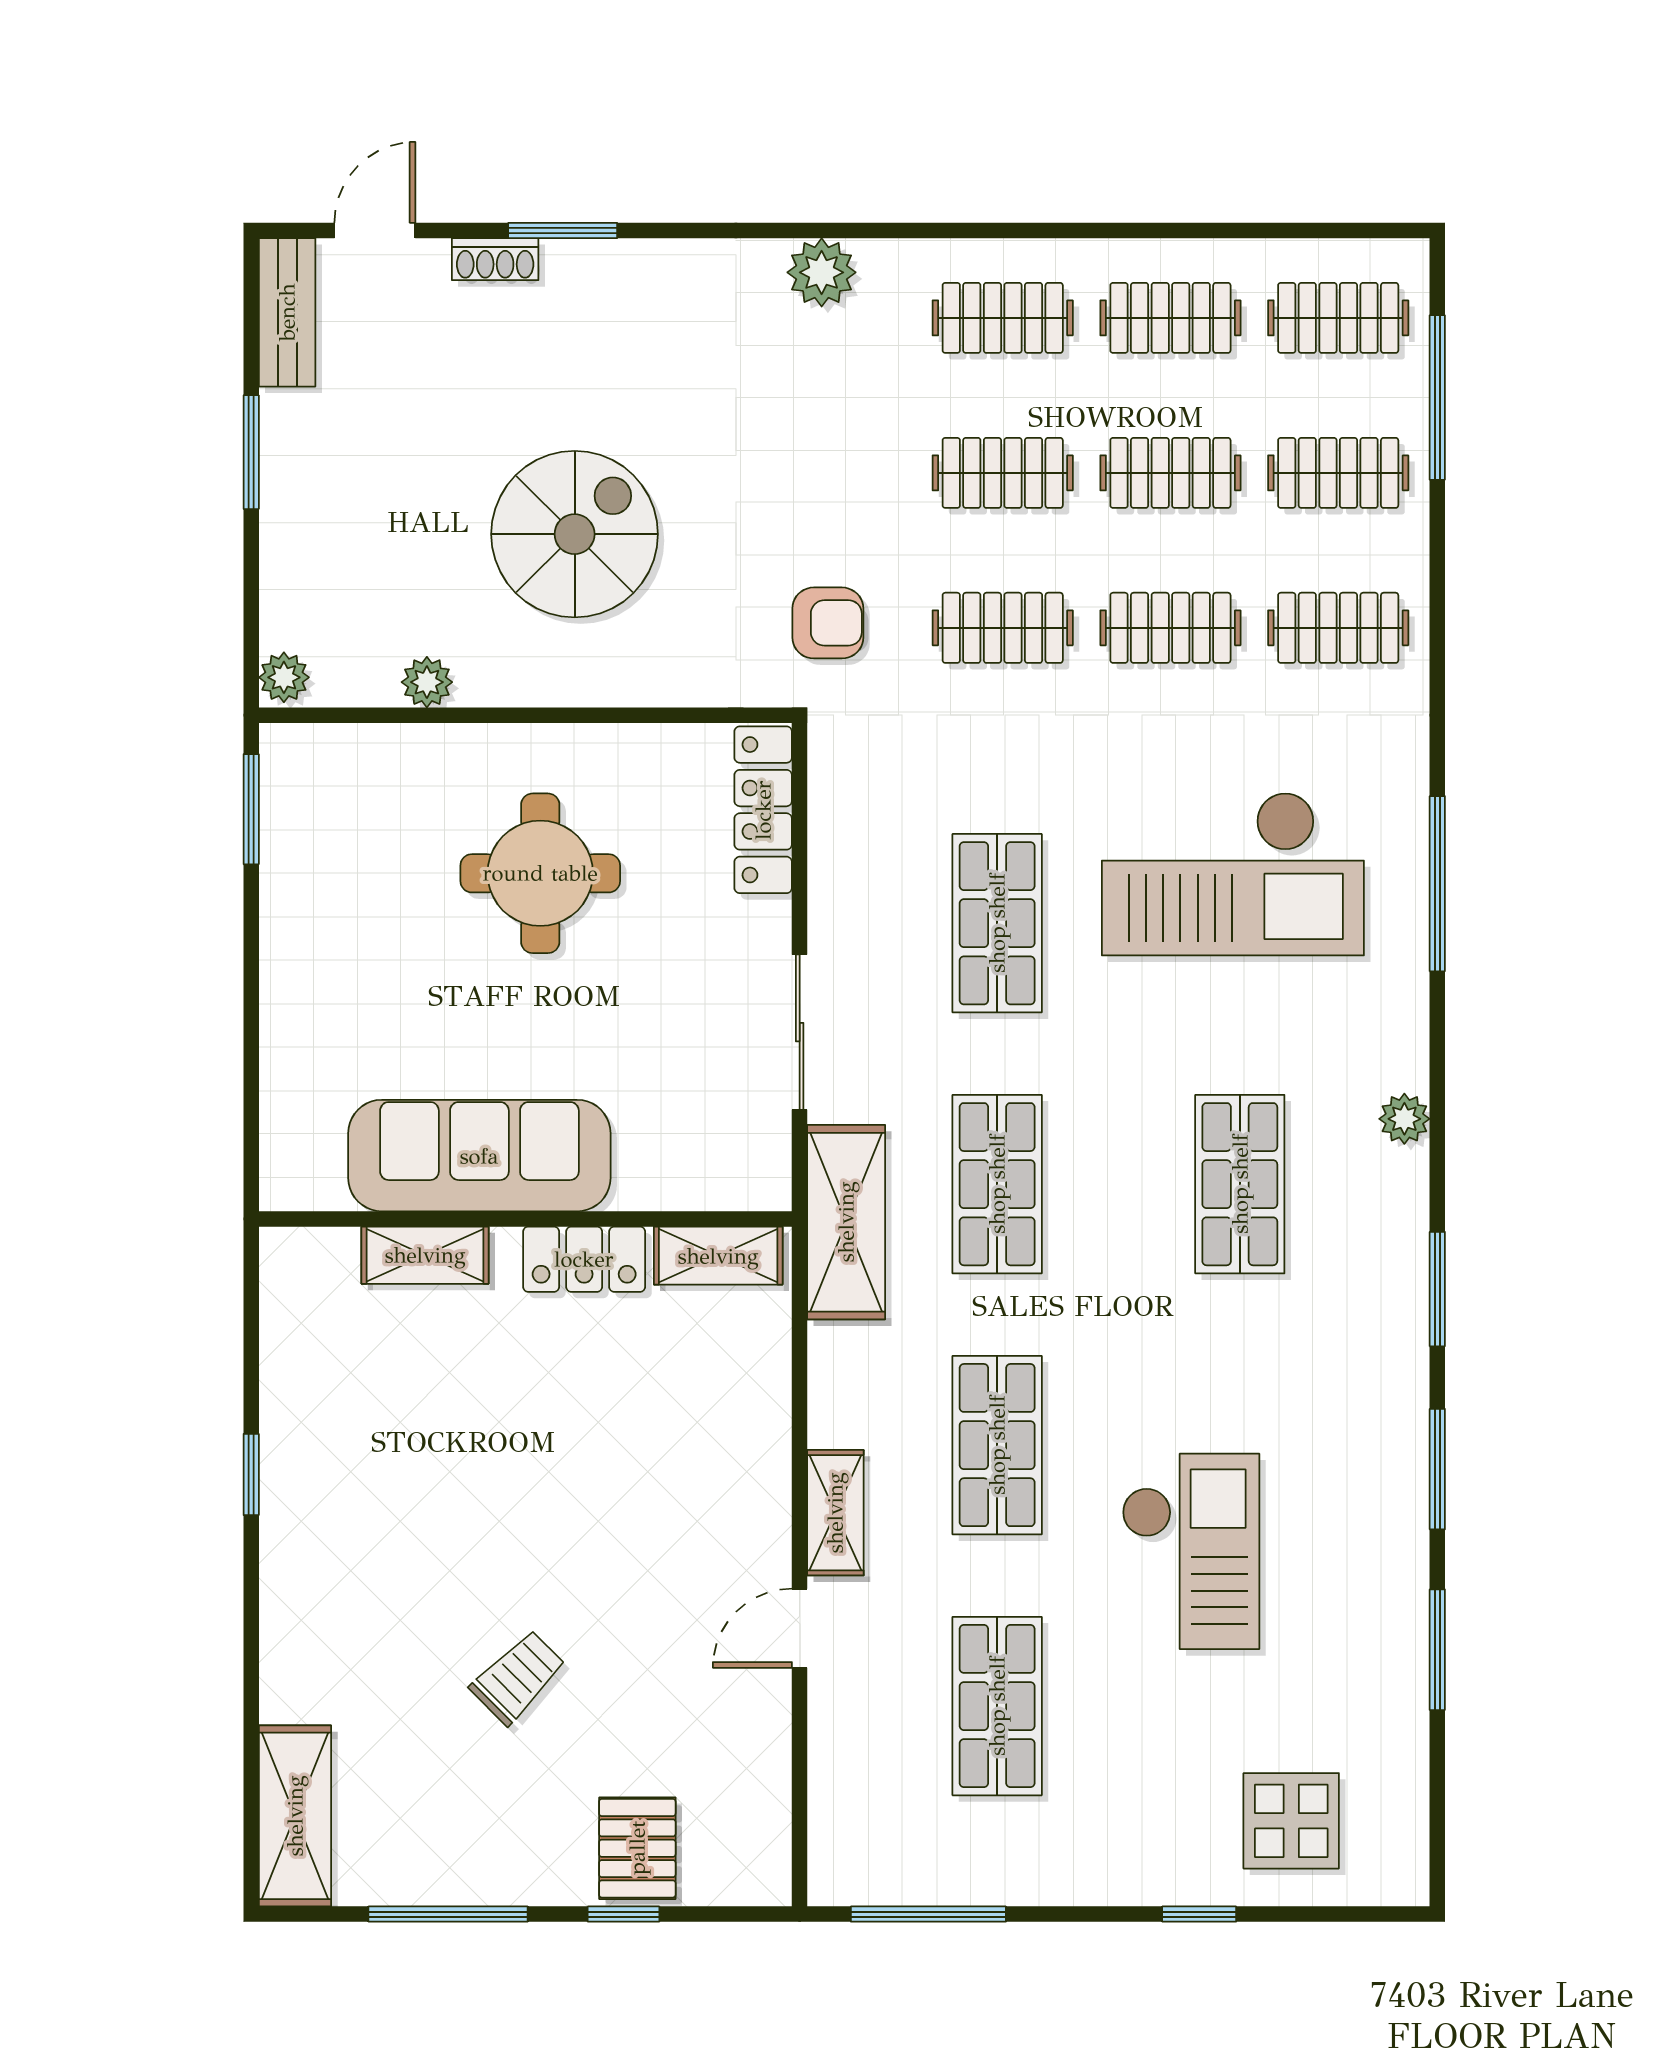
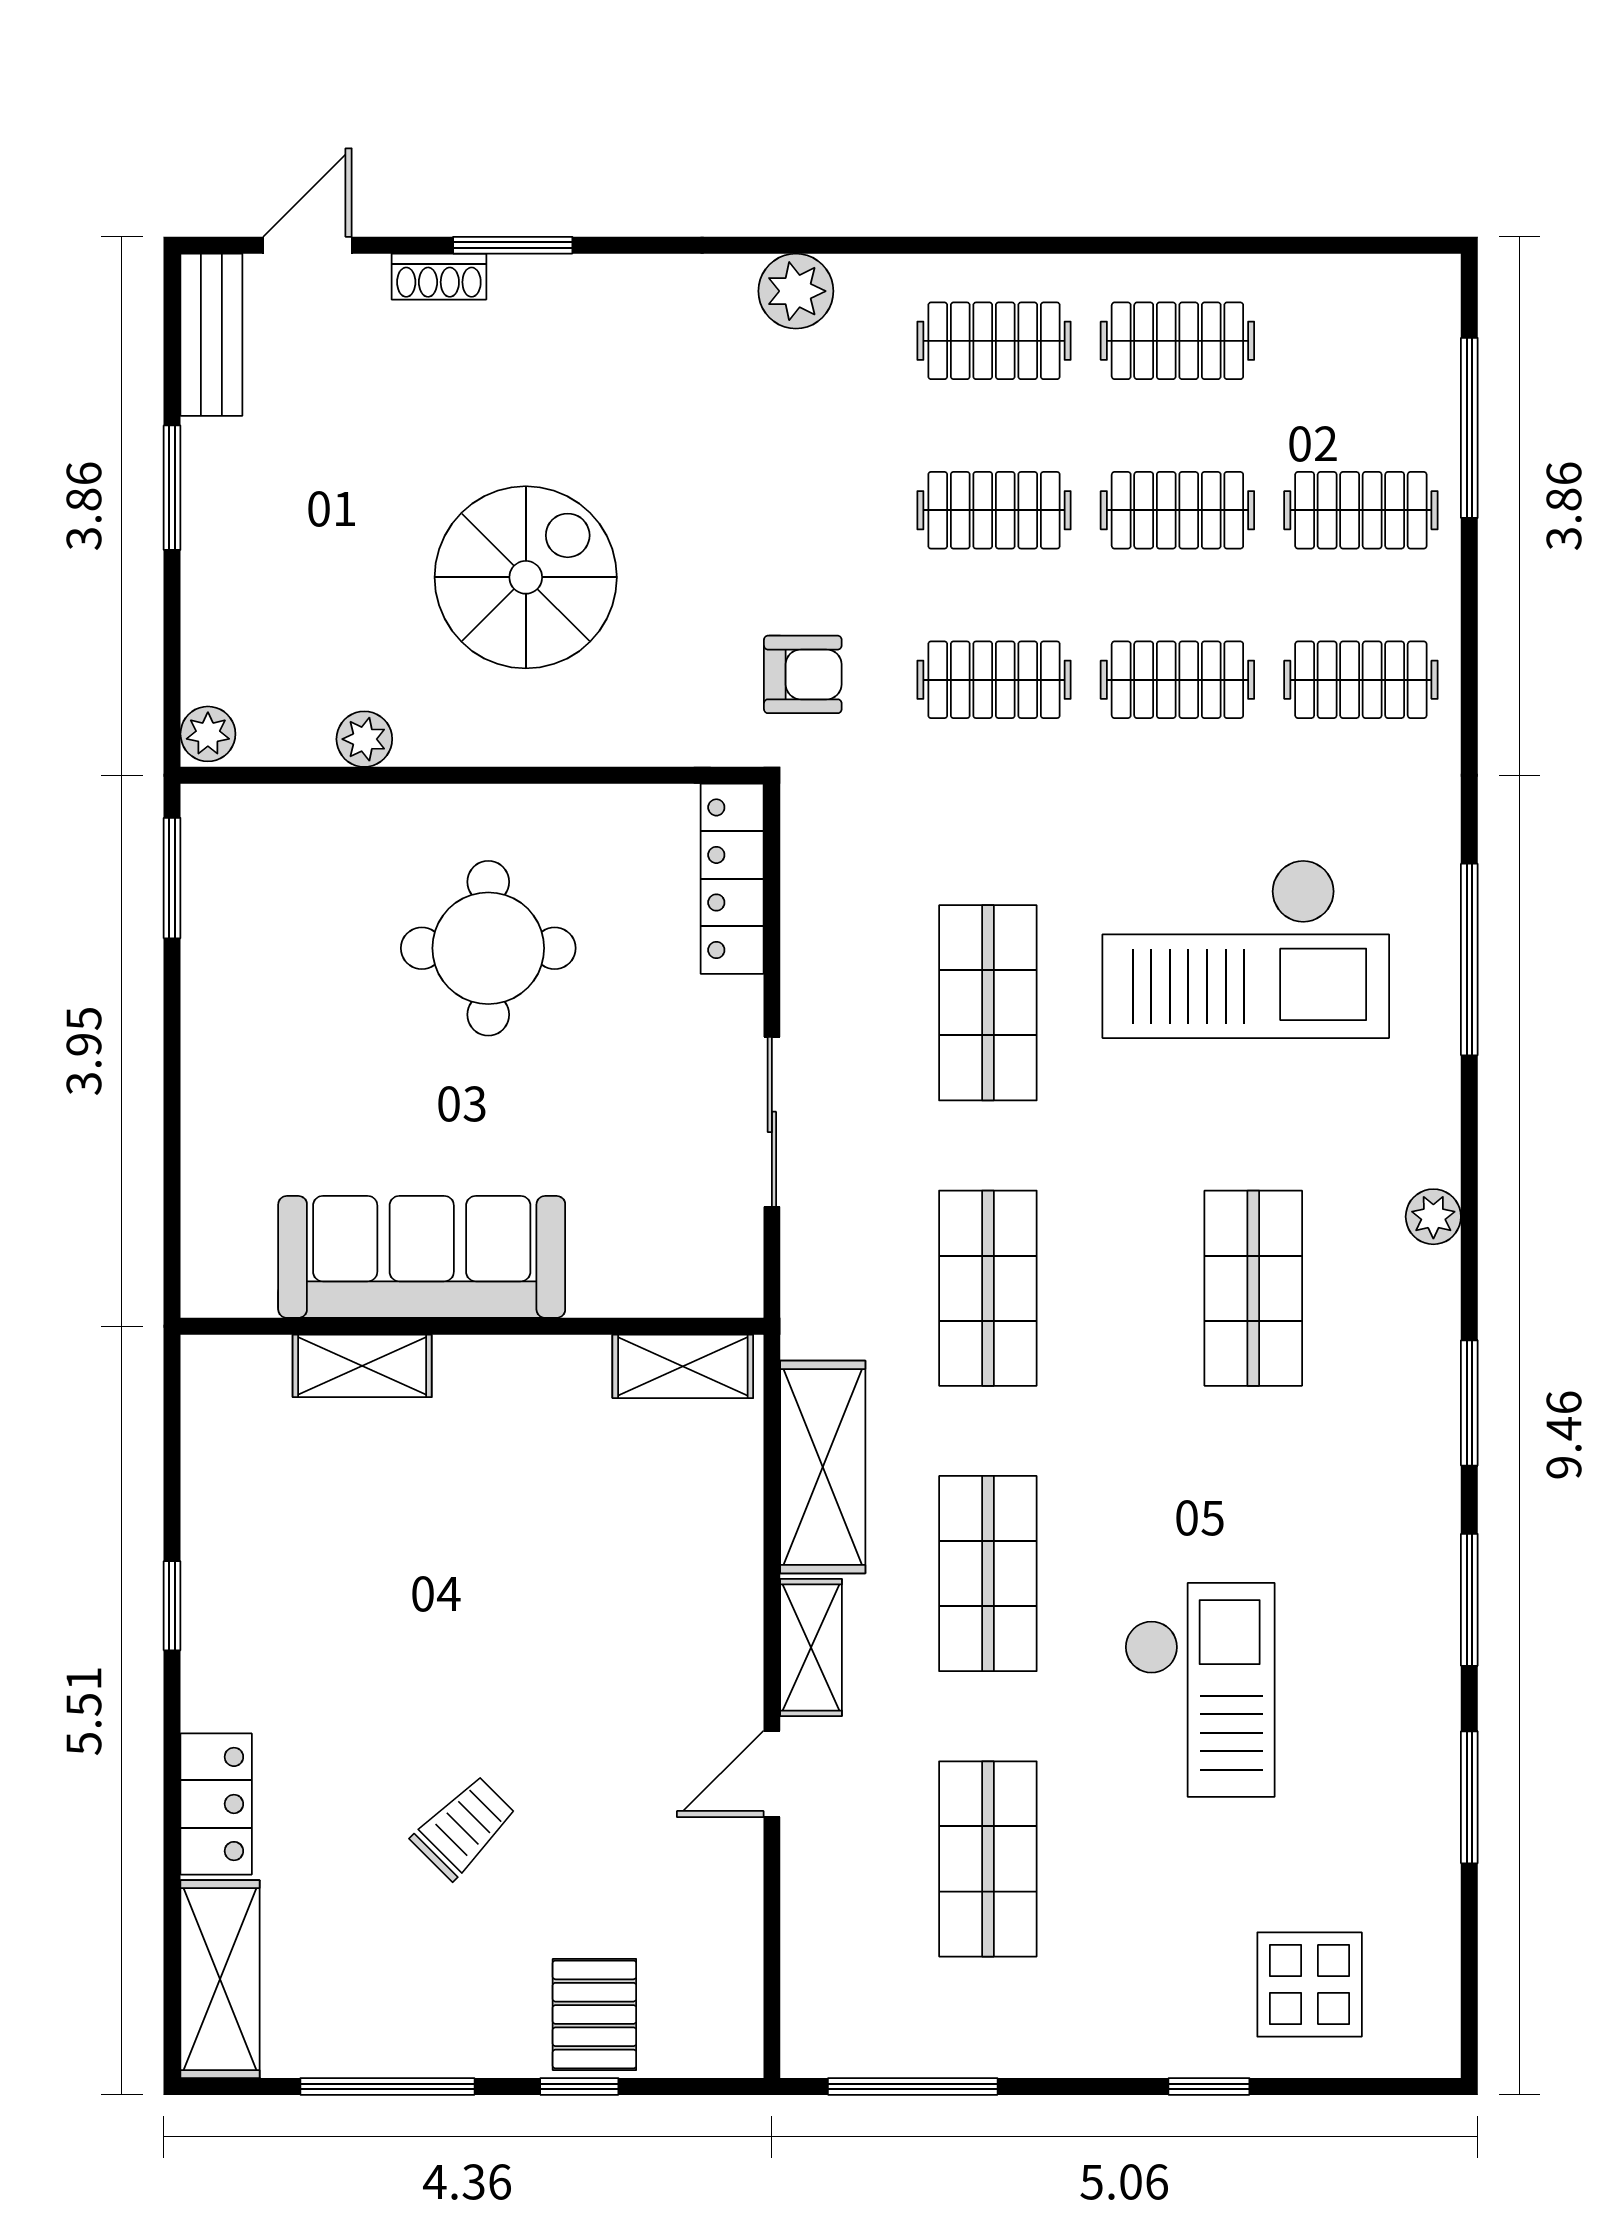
clothes rail: (1338, 318) -> (1361, 341), removed
shelving: (846, 1222) -> (823, 1467), moved
locker: (584, 1259) -> (216, 1804), moved, turned -90

